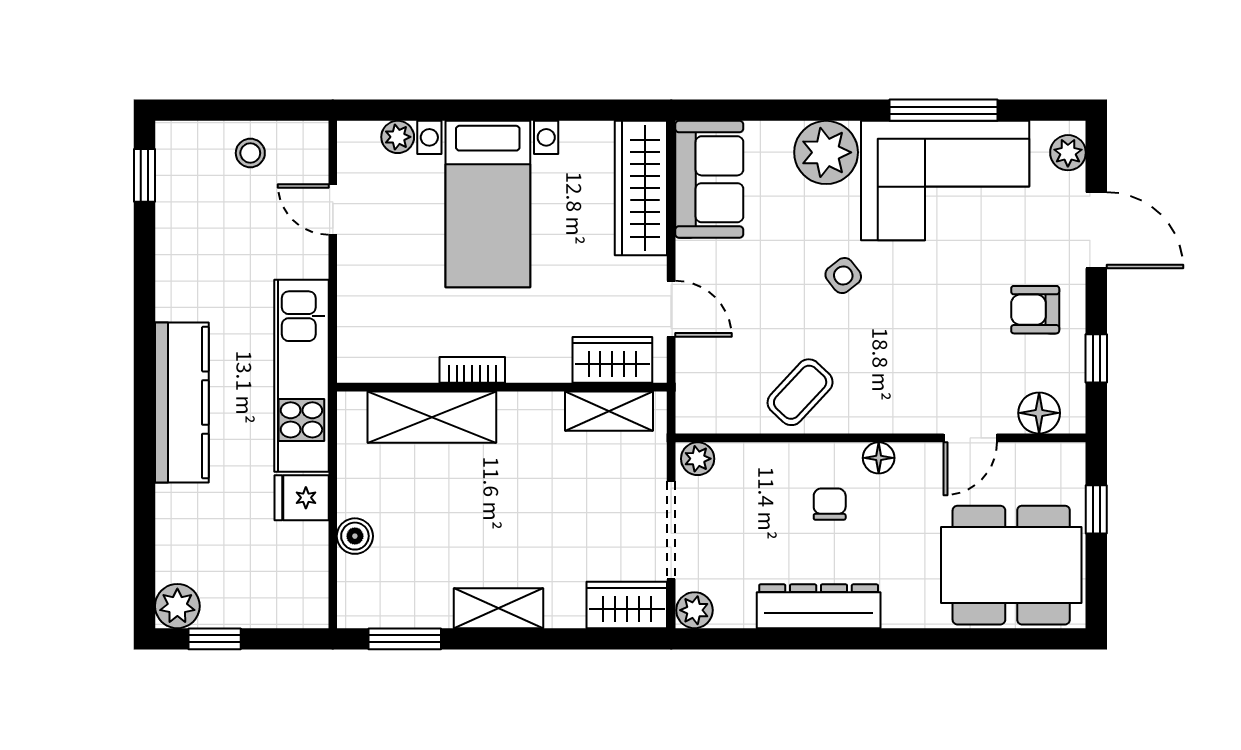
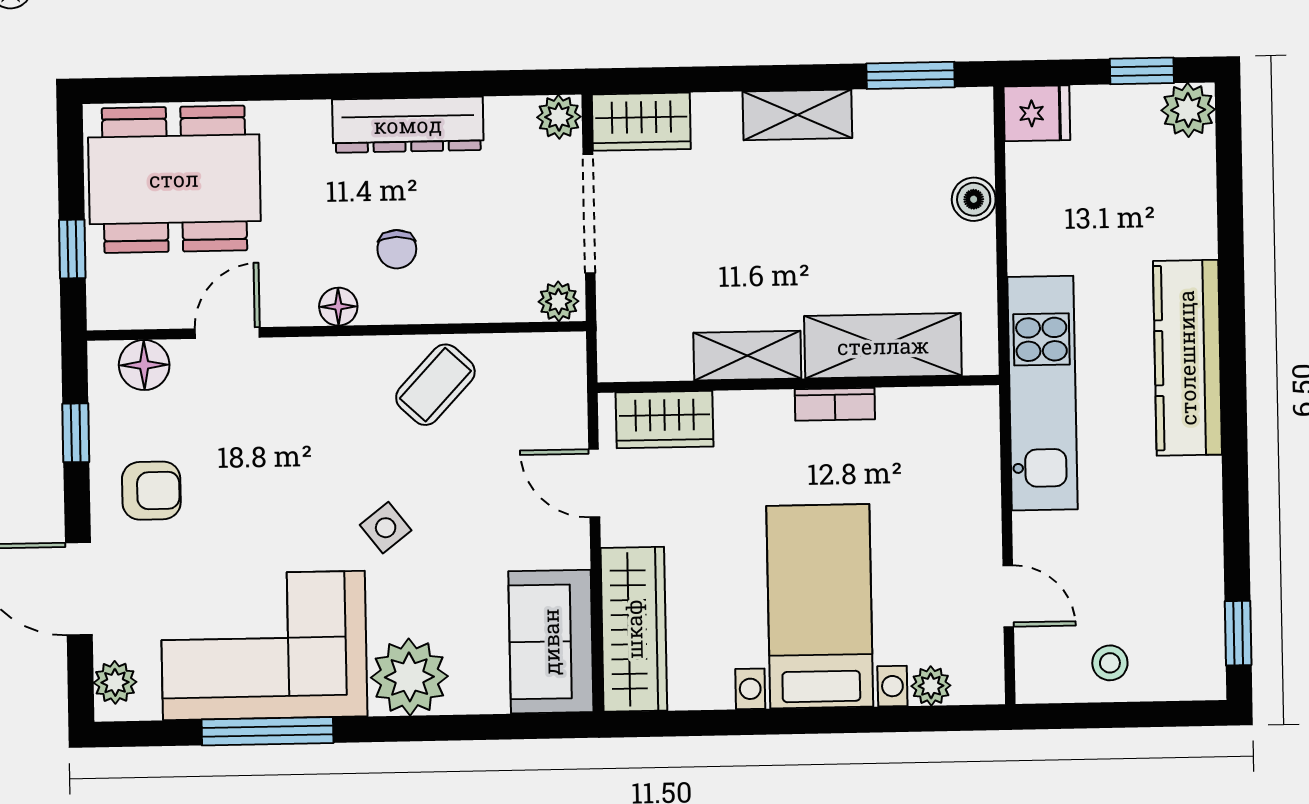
shelving: (609, 411) -> (747, 356), moved
fridge: (302, 498) -> (1037, 113), moved

